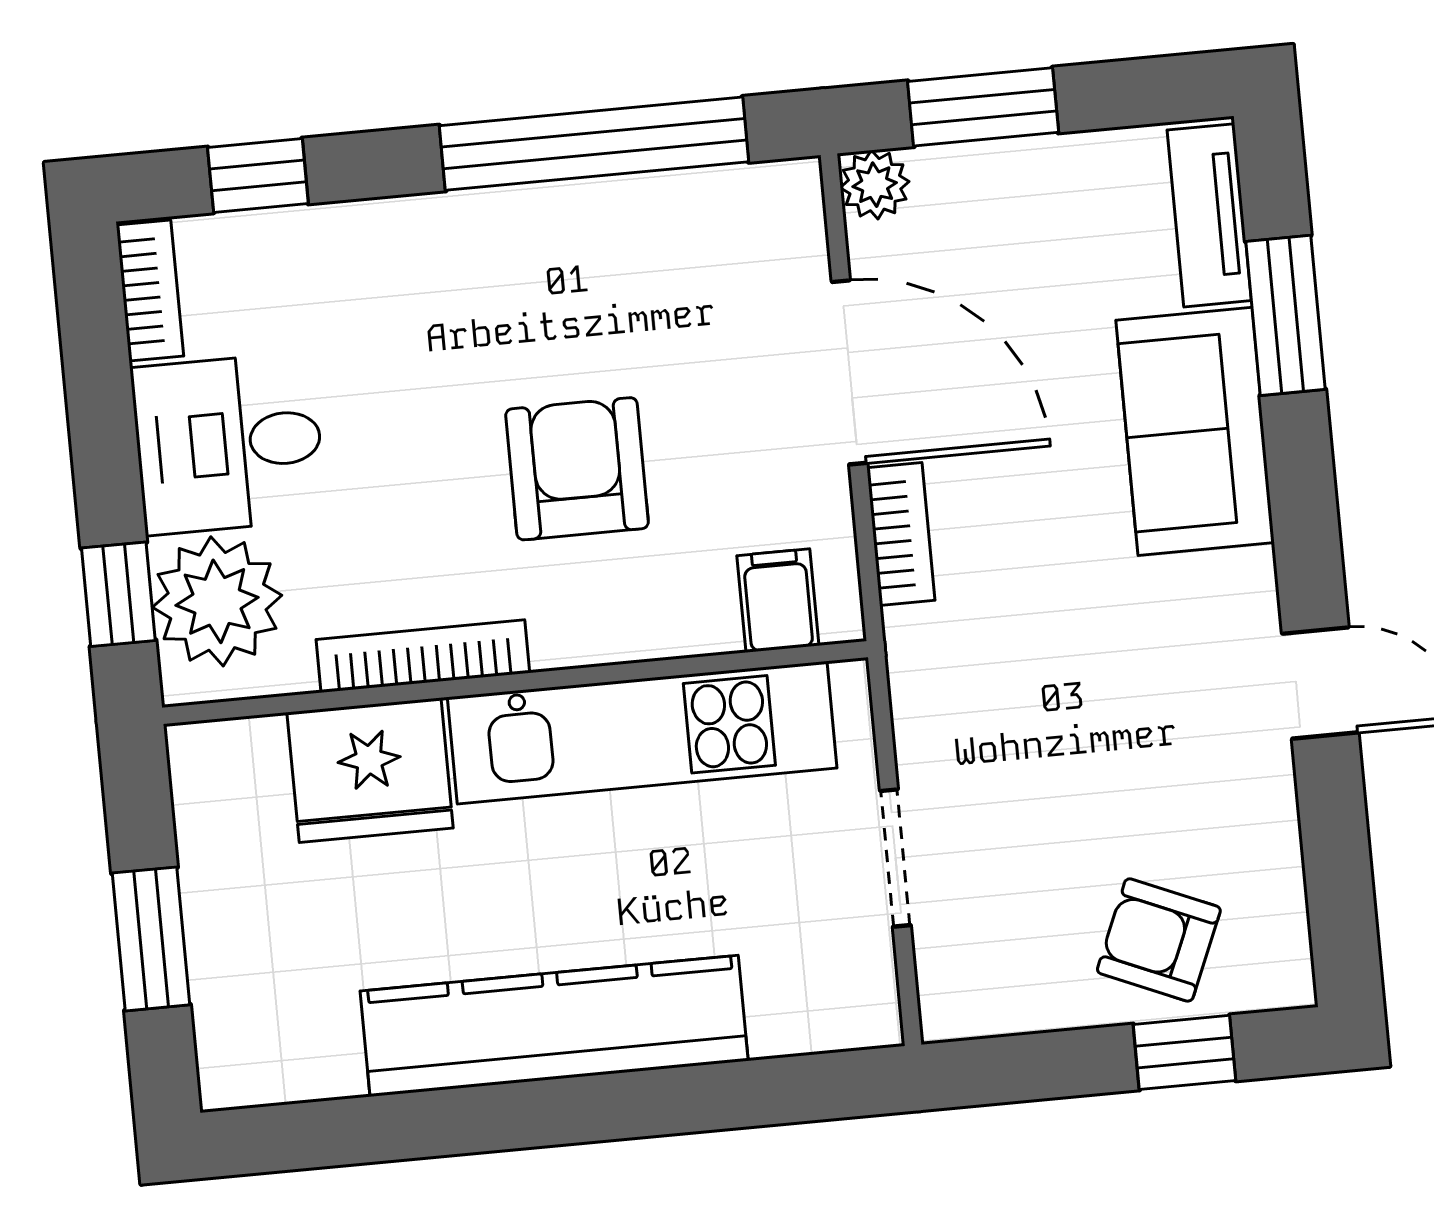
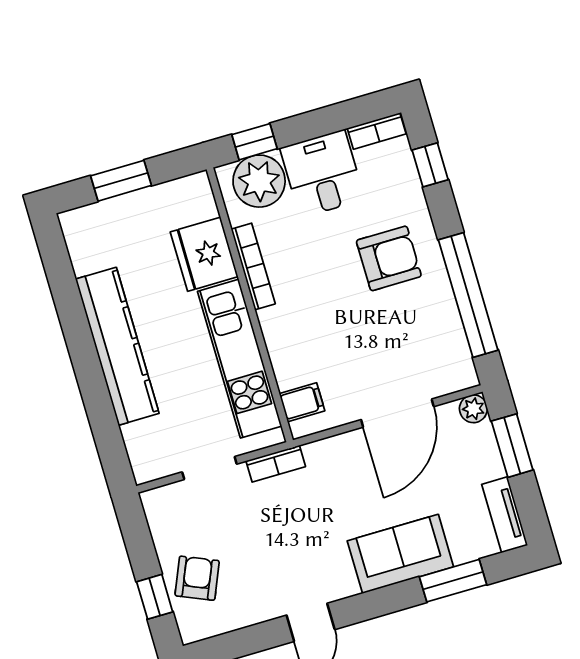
tv unit: (1209, 215) -> (505, 515), moved, turned -90
armchair: (577, 469) -> (389, 258), moved
bookcase: (901, 534) -> (276, 464), moved

